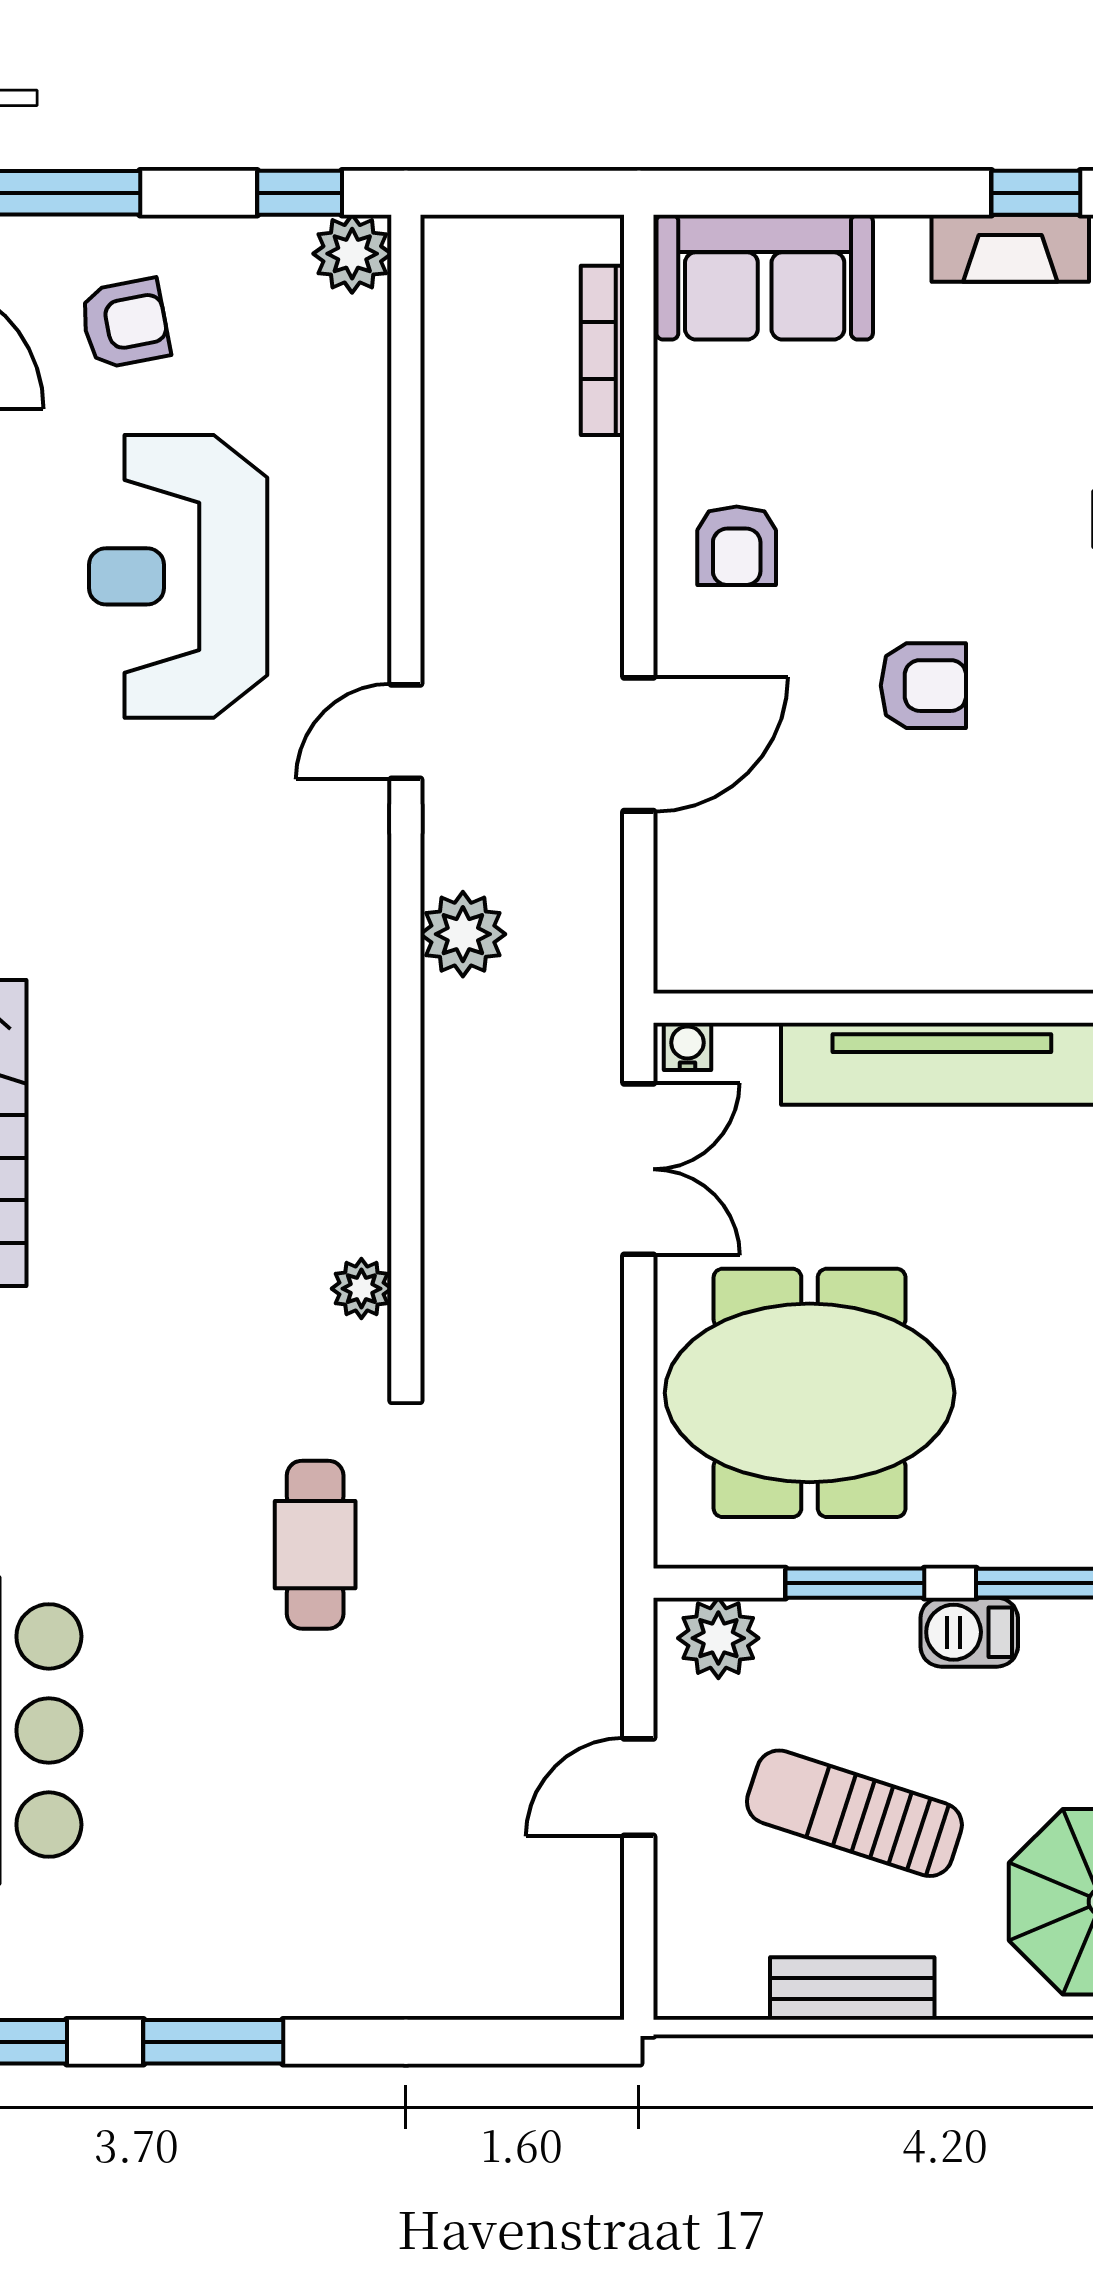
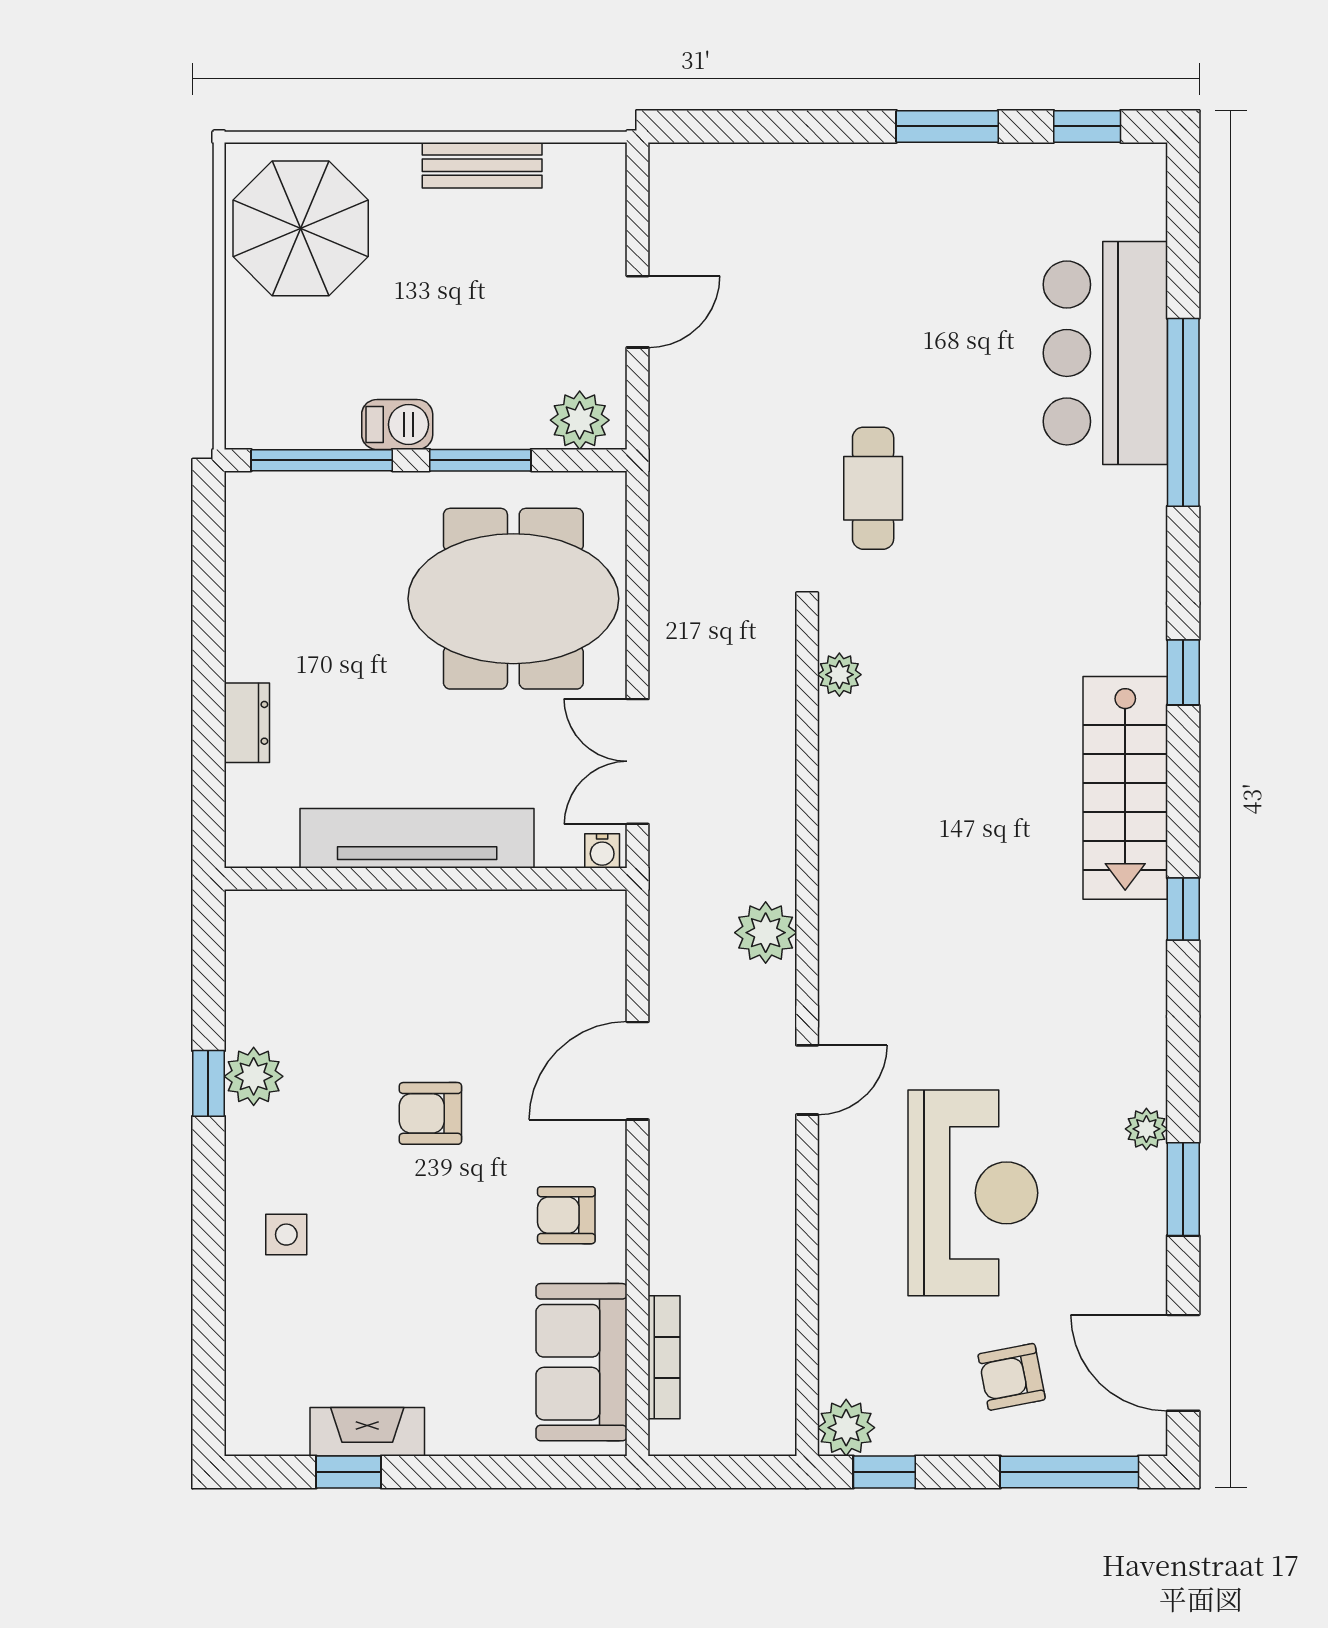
sofa: (765, 277) -> (581, 1362), moved, turned -90
armchair: (737, 546) -> (566, 1215), turned -90
sun lounger: (854, 1813) -> (481, 293), removed

